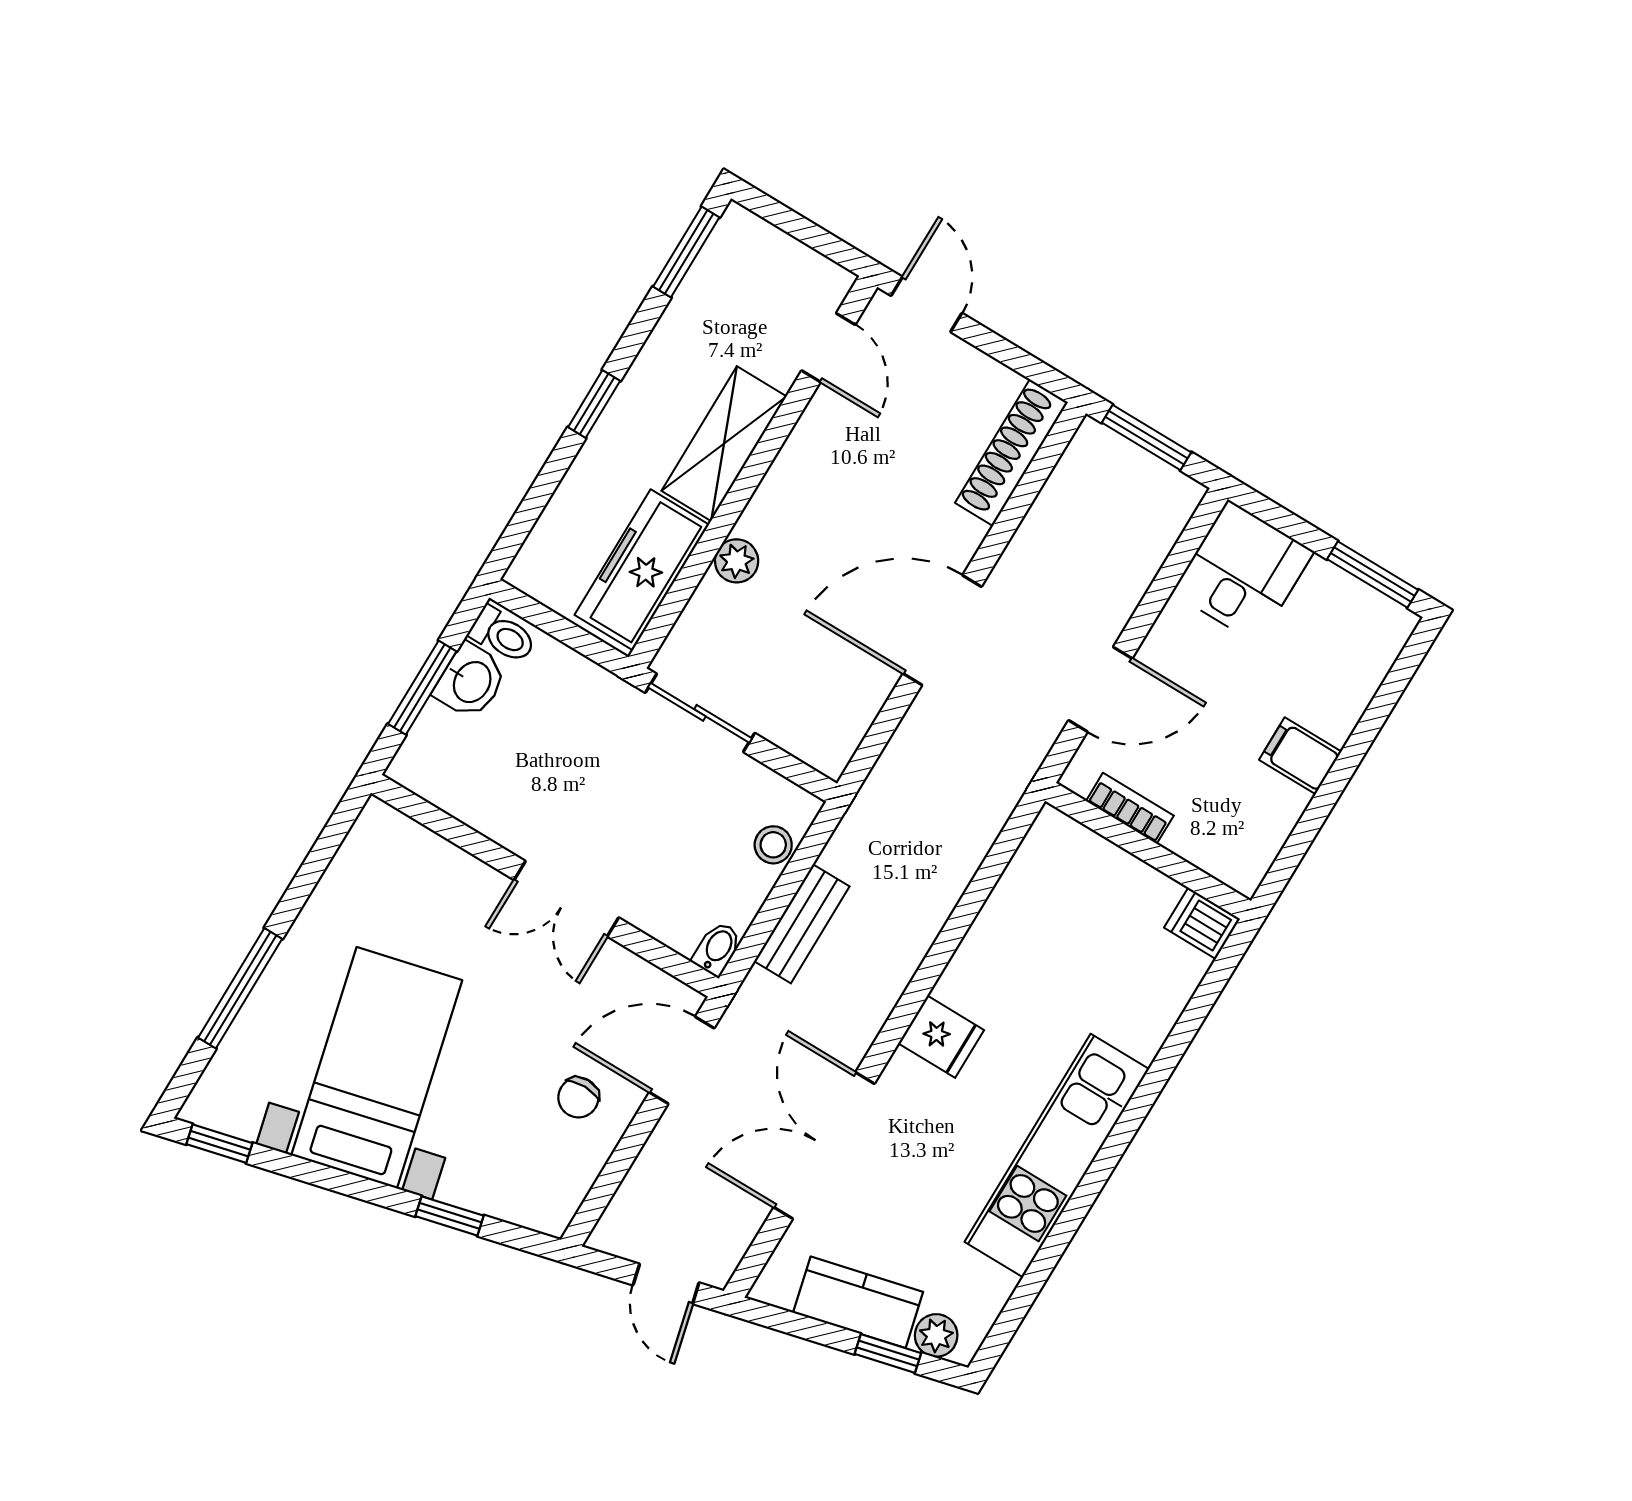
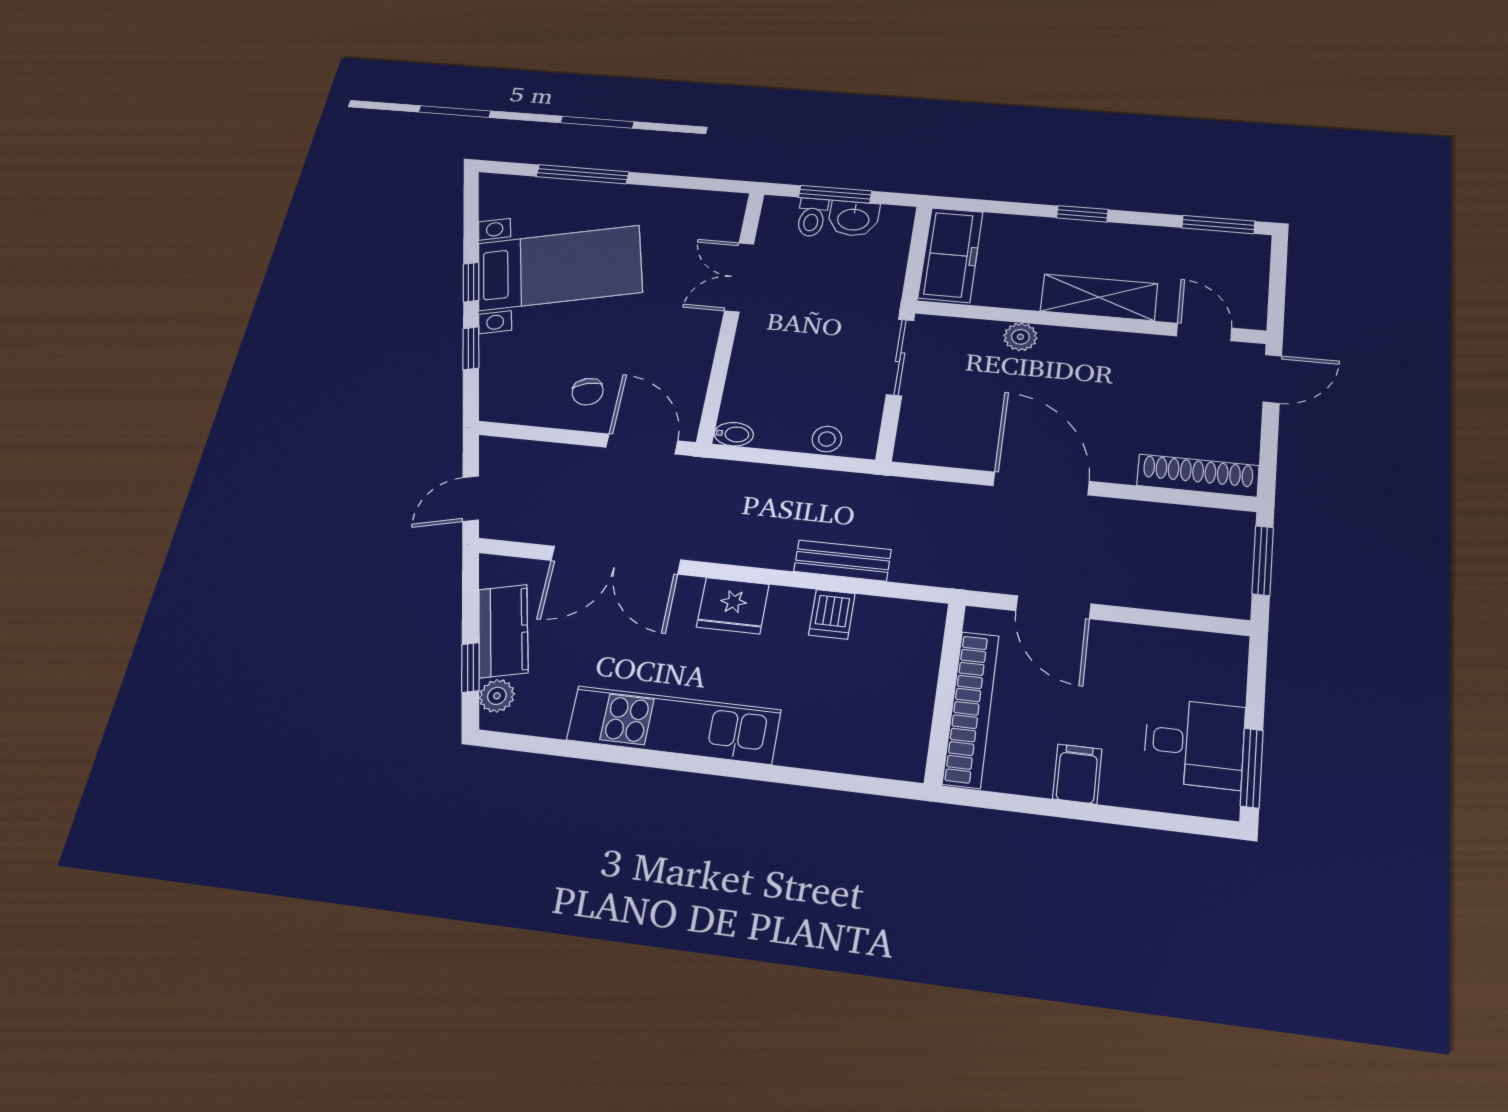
door: (828, 348) -> (1204, 332), swing flipped
freezer: (642, 570) -> (951, 255), moved, turned 90
desk: (1243, 572) -> (1194, 743), moved
toilet: (503, 635) -> (812, 217), moved
bookcase: (1130, 808) -> (971, 709), width x2.31, depth x1.31
double door: (566, 899) -> (739, 277), moved
dishwasher: (1202, 923) -> (832, 614), moved, turned 180
bench: (802, 924) -> (842, 561), moved
fridge: (941, 1037) -> (733, 606), width x1.38
chair: (578, 1097) -> (588, 392), turned -106
window: (219, 1144) -> (471, 282), moved
double door: (824, 1146) -> (616, 560), swing flipped

